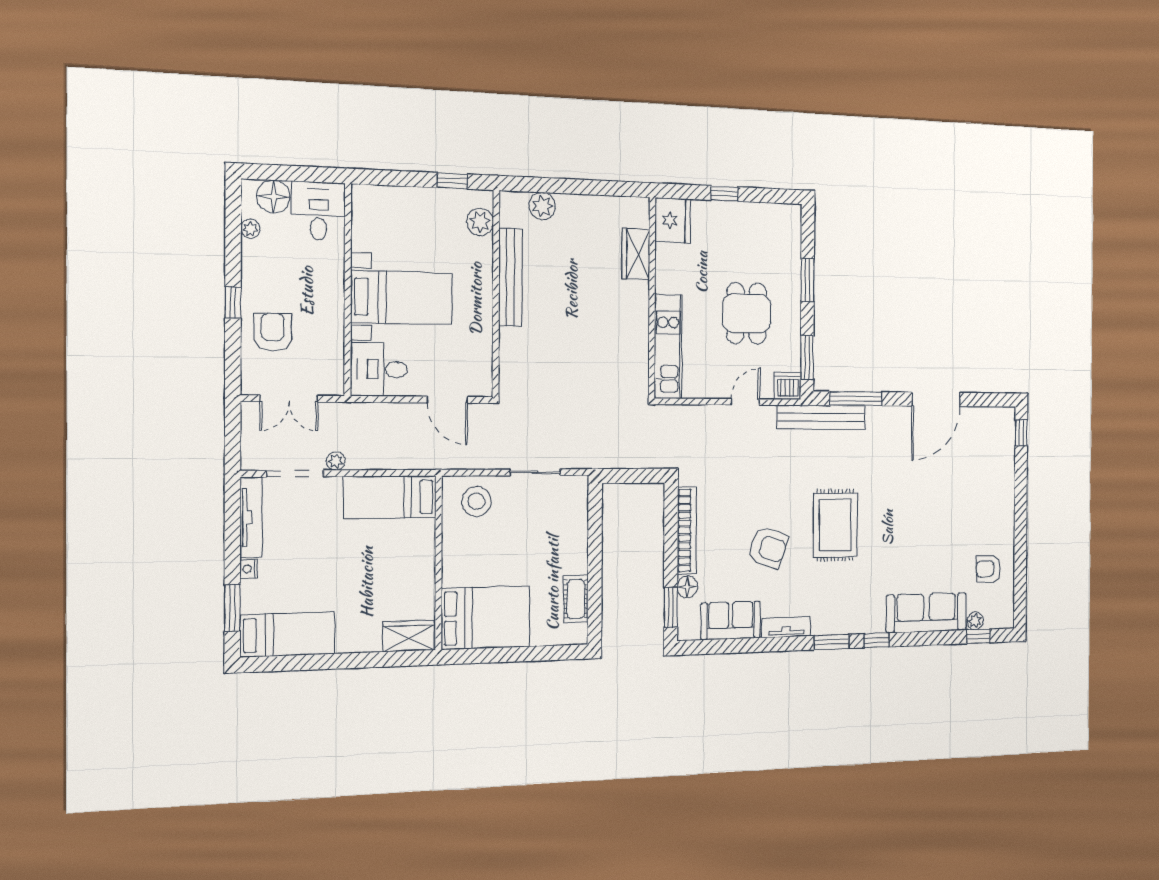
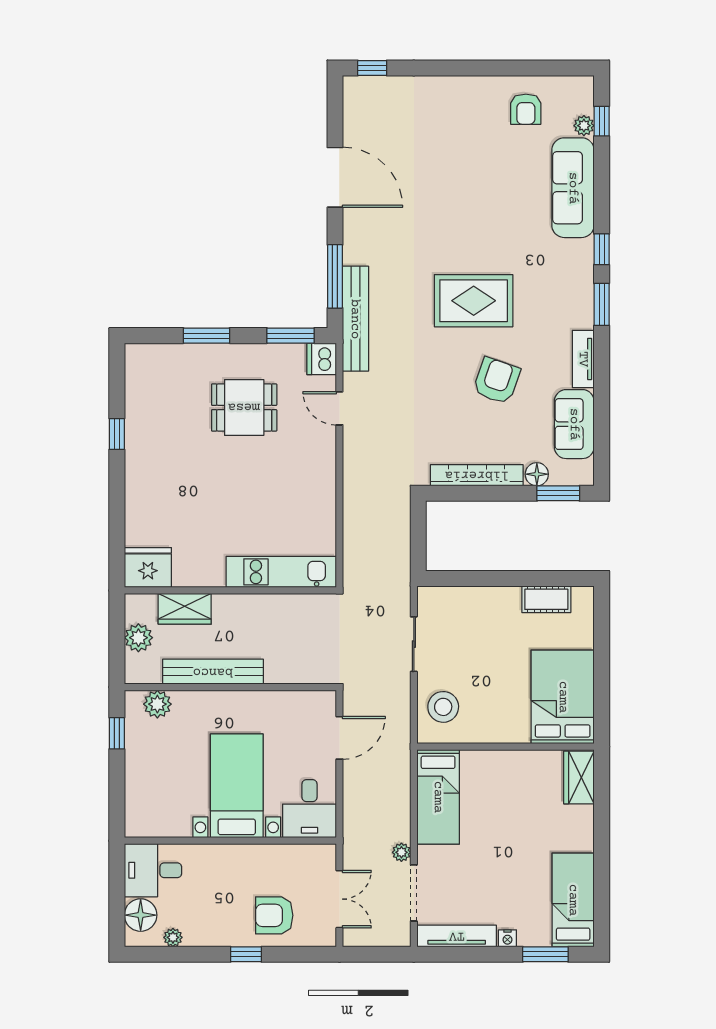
fridge: (673, 220) -> (148, 568), moved
wardrobe: (636, 254) -> (185, 609), moved
wall: (652, 298) -> (230, 590), moved
kitchen unit: (668, 346) -> (281, 572), moved

